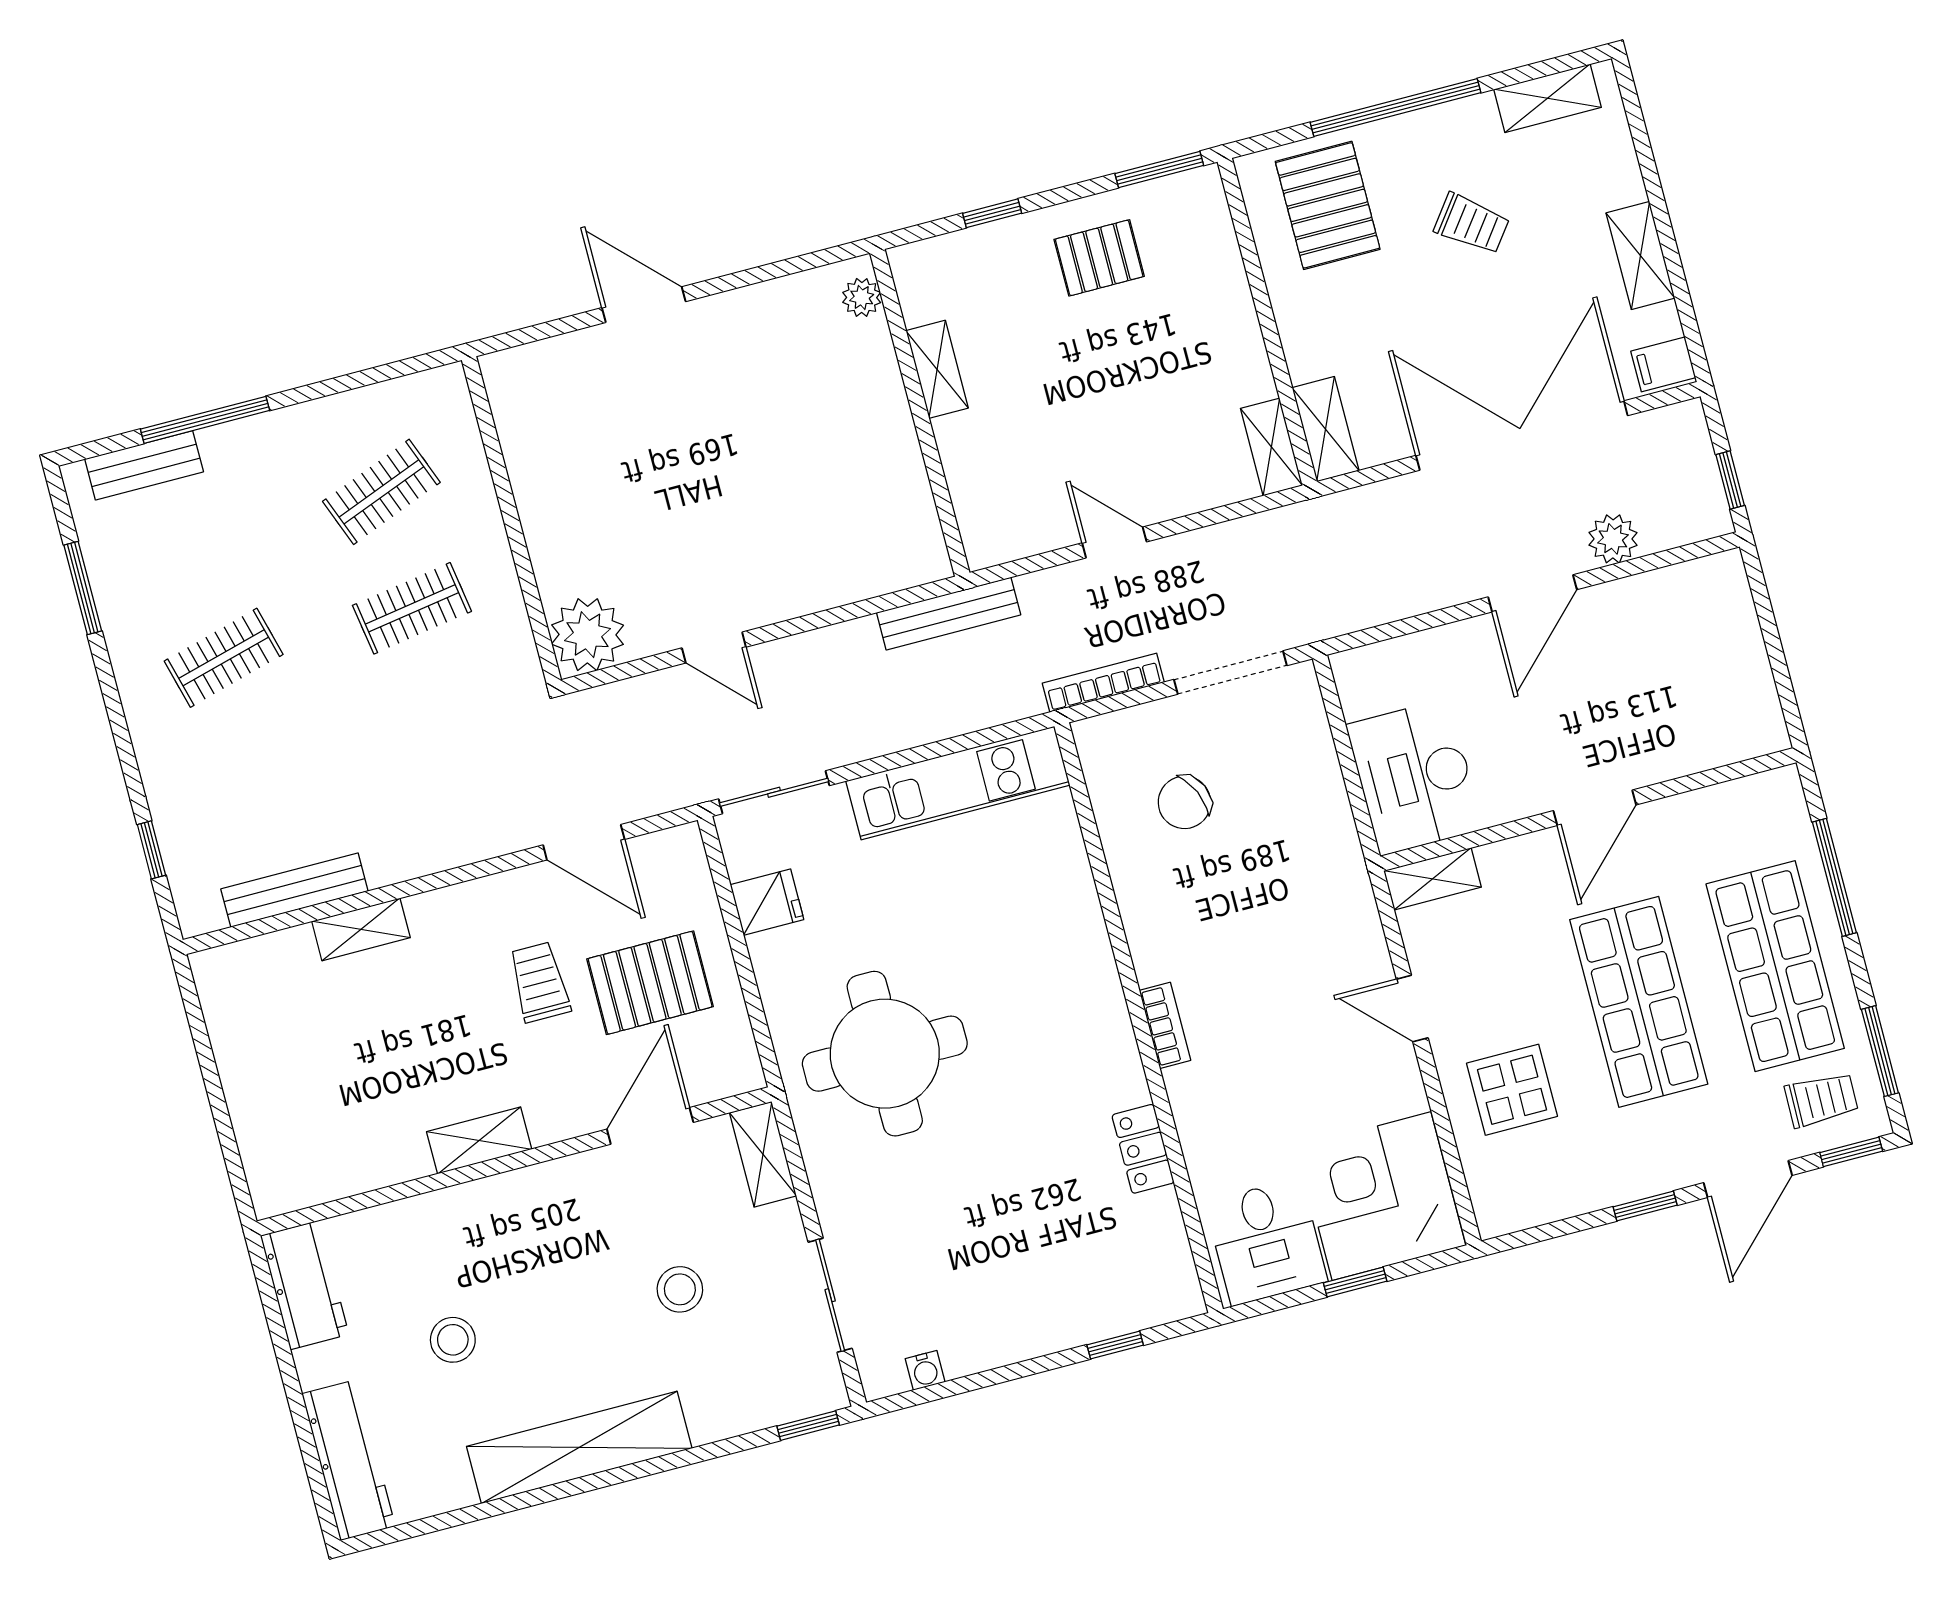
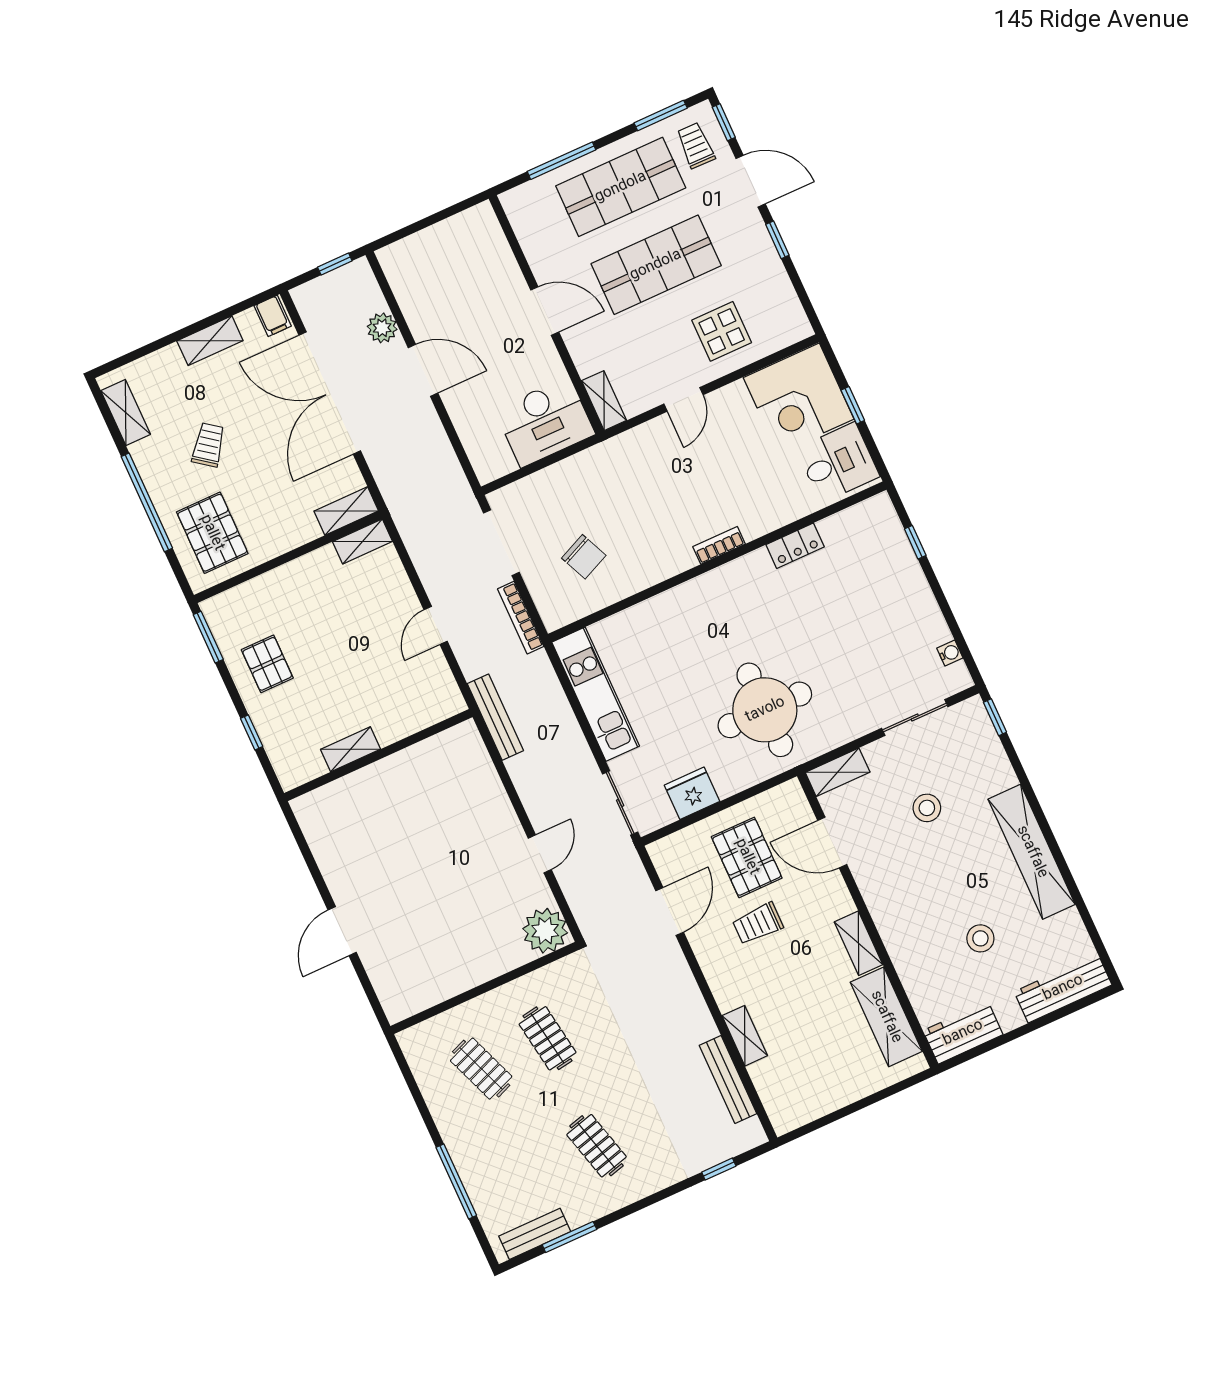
pallet: (1328, 205) -> (212, 533), turned 90
plant: (862, 297) -> (315, 802), removed
bench: (144, 465) -> (535, 1234), moved, turned 90
fridge: (767, 902) -> (692, 793), width x1.38
shelving: (352, 1165) -> (886, 1017), added

